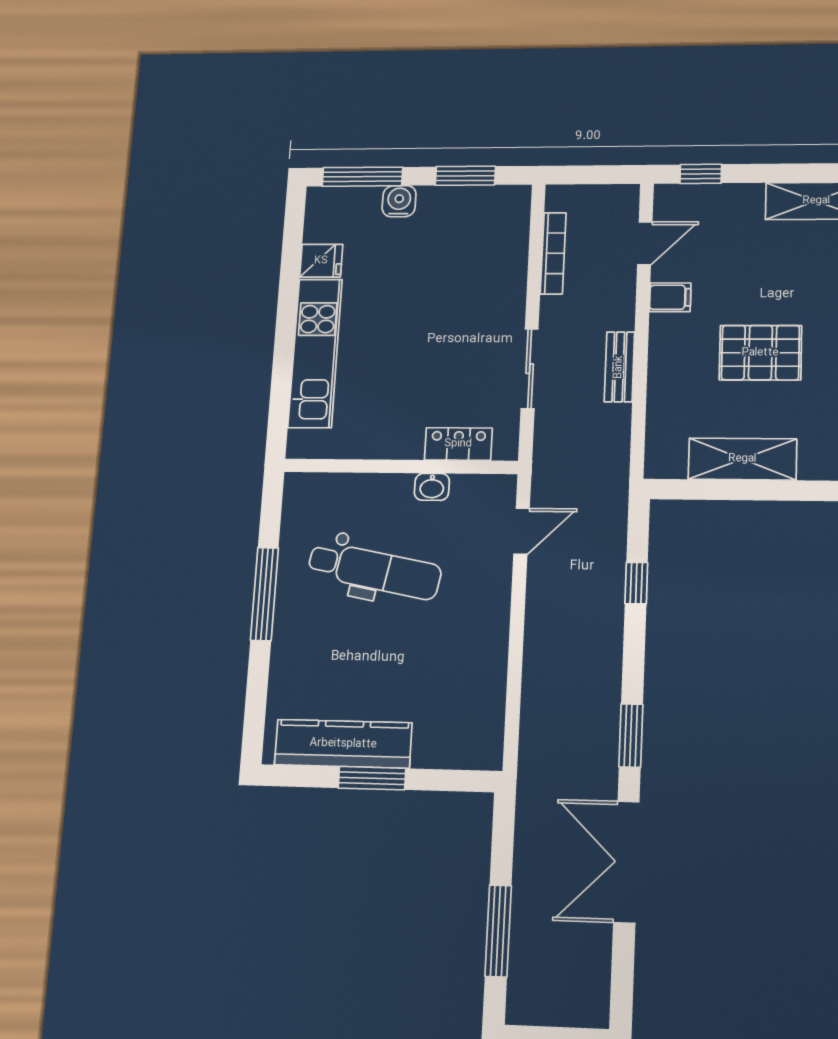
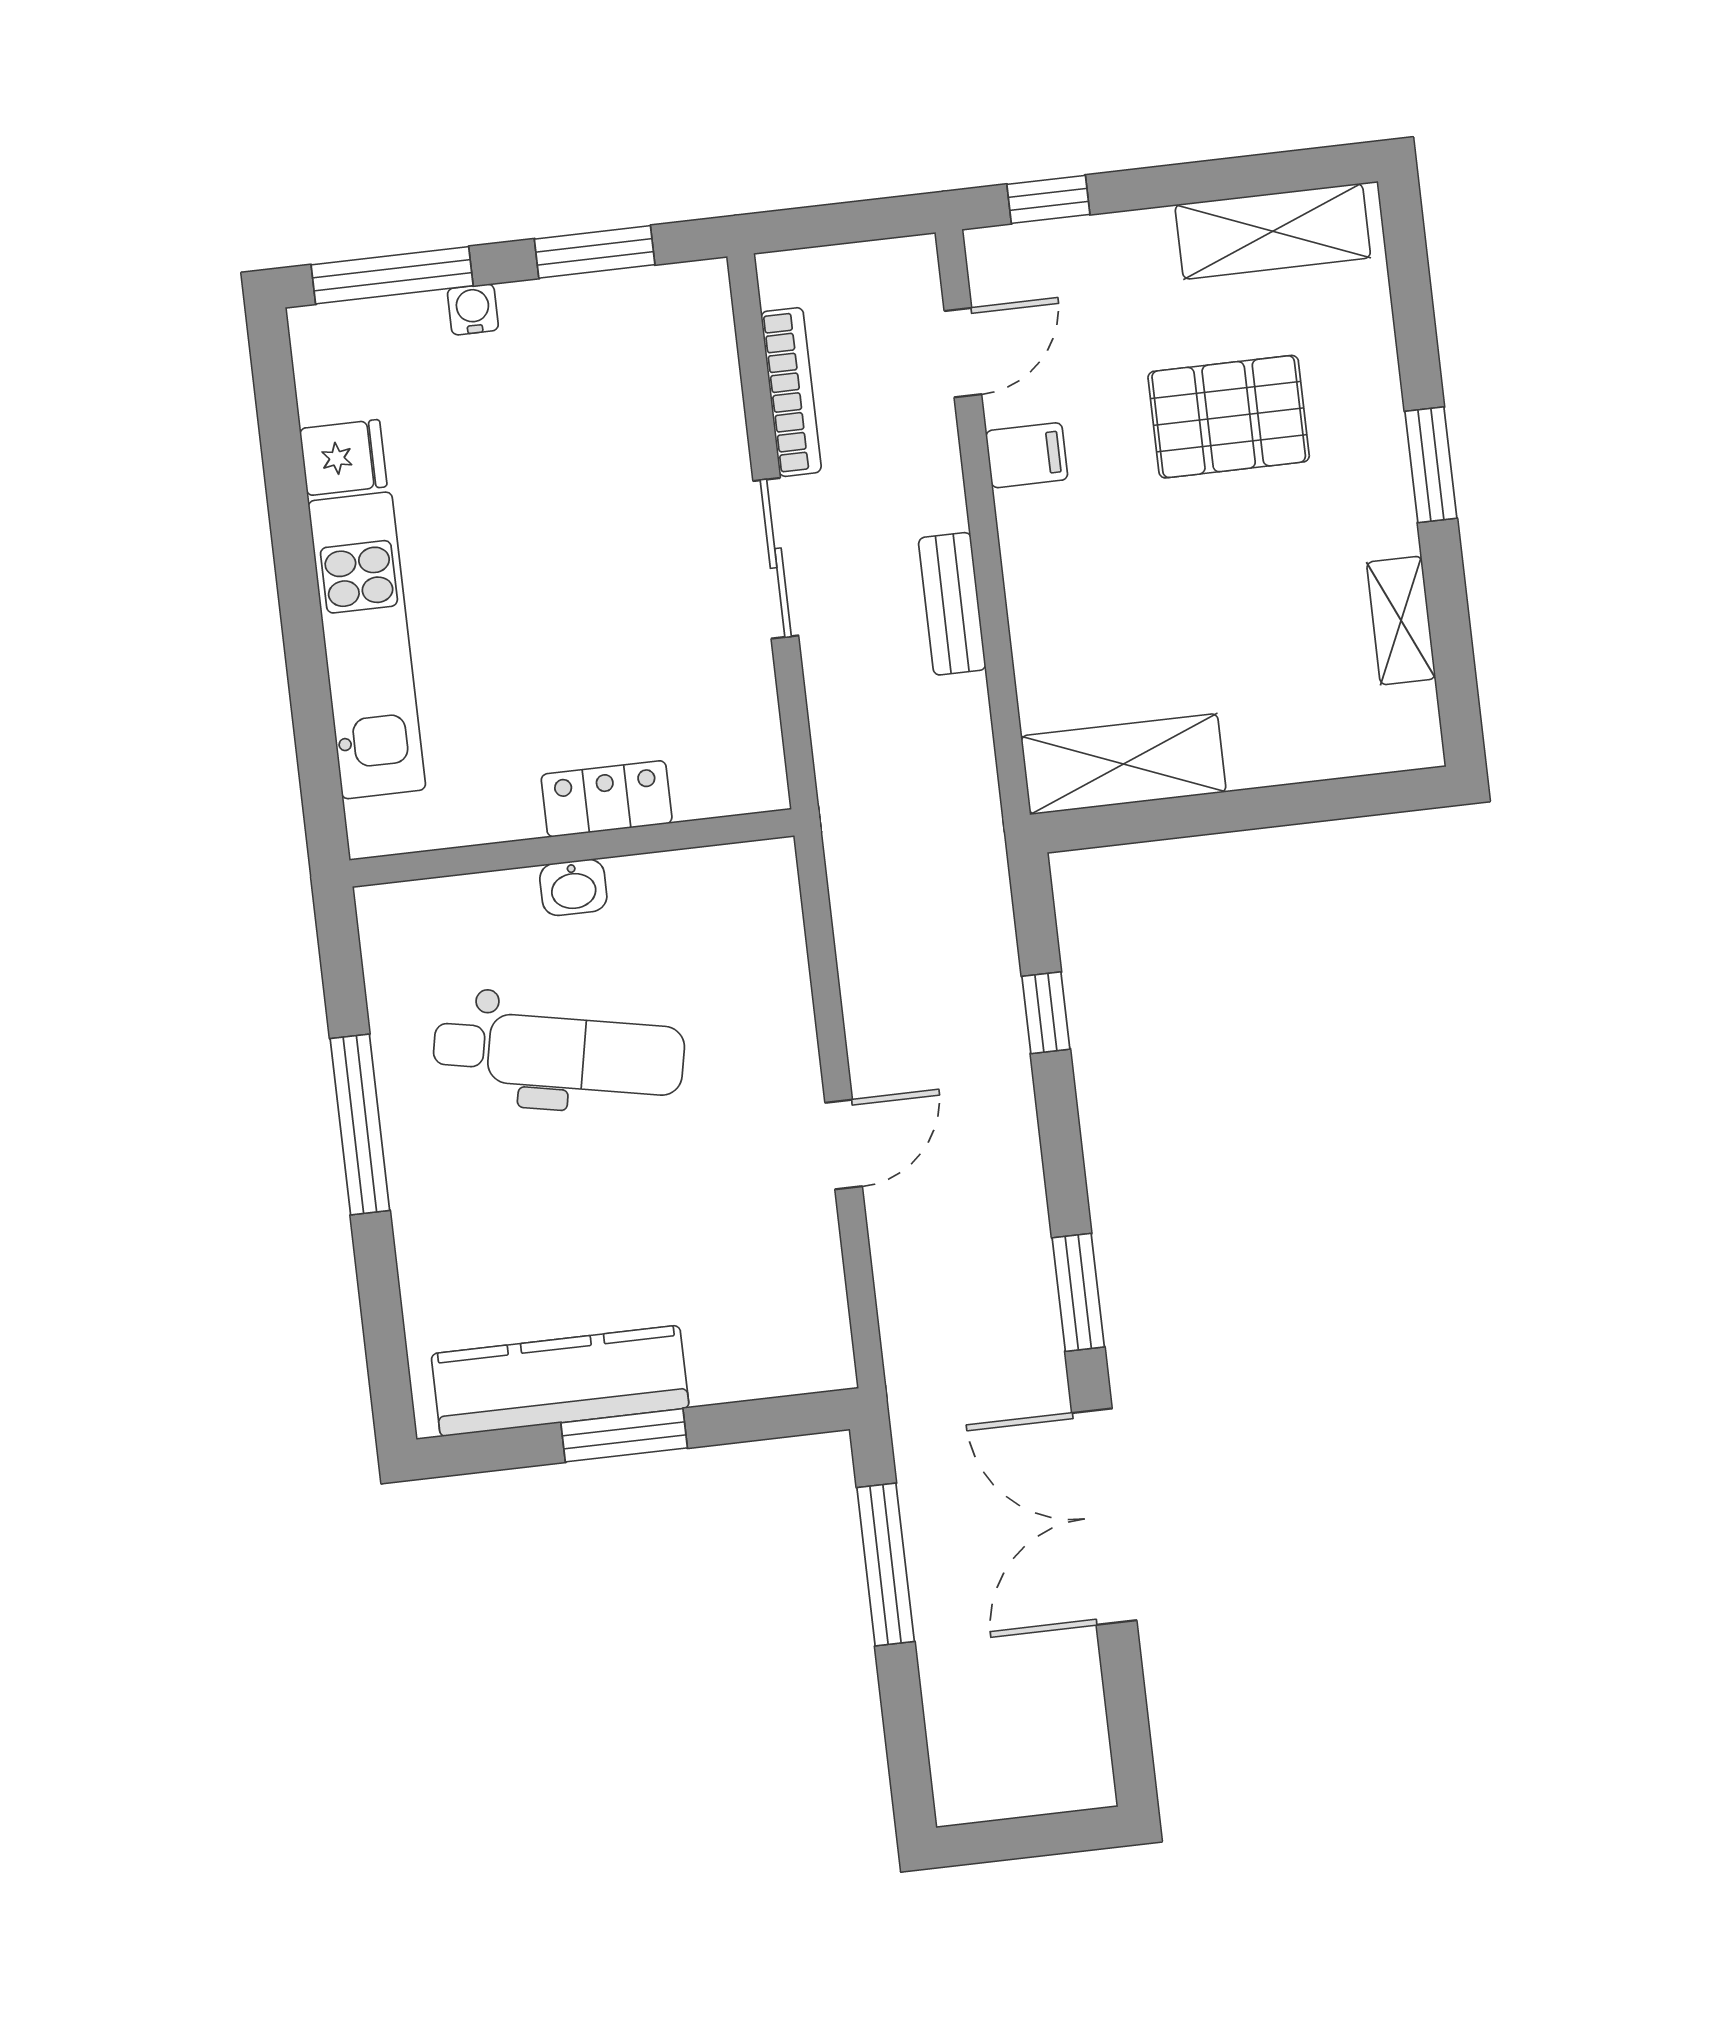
water cooler: (399, 201) -> (473, 309), width x0.72, depth x0.72
pallet: (760, 353) -> (1229, 417), moved
sliding door: (530, 369) -> (776, 558), moved
locker: (458, 444) -> (607, 799), moved
shelving: (742, 459) -> (1123, 764), moved
washbasin: (432, 487) -> (573, 887), moved
door: (522, 531) -> (844, 1145), moved
window: (498, 931) -> (886, 1565), moved

